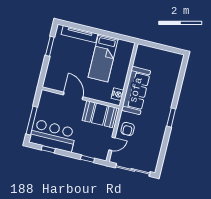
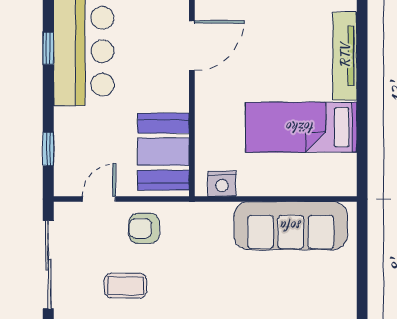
sofa: (136, 90) -> (291, 226), moved
door: (73, 96) -> (192, 46), moved
coffee table: (148, 142) -> (126, 286), added
door: (112, 144) -> (99, 199), swing flipped

